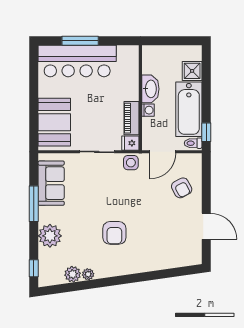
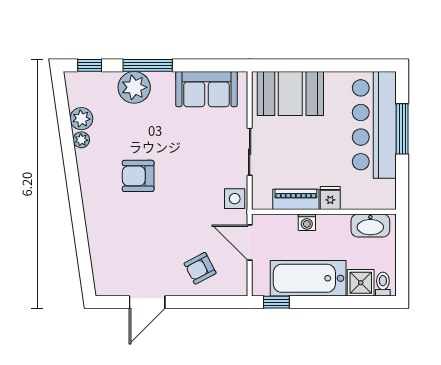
washbasin: (150, 89) -> (370, 225), moved
fridge: (130, 143) -> (330, 198), moved
toilet: (193, 143) -> (383, 284), moved
window: (34, 204) -> (148, 65), moved

